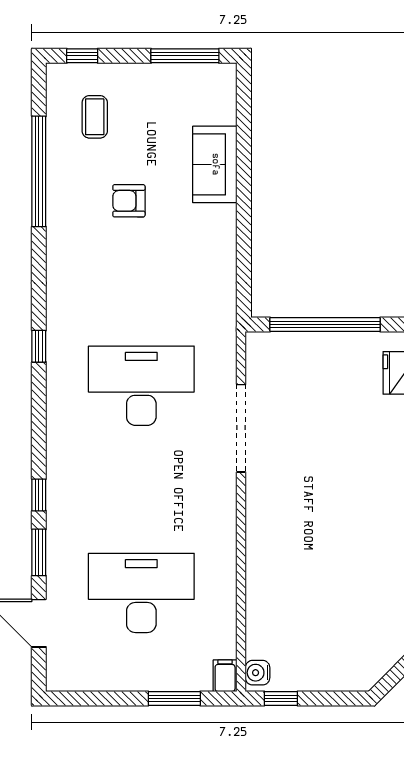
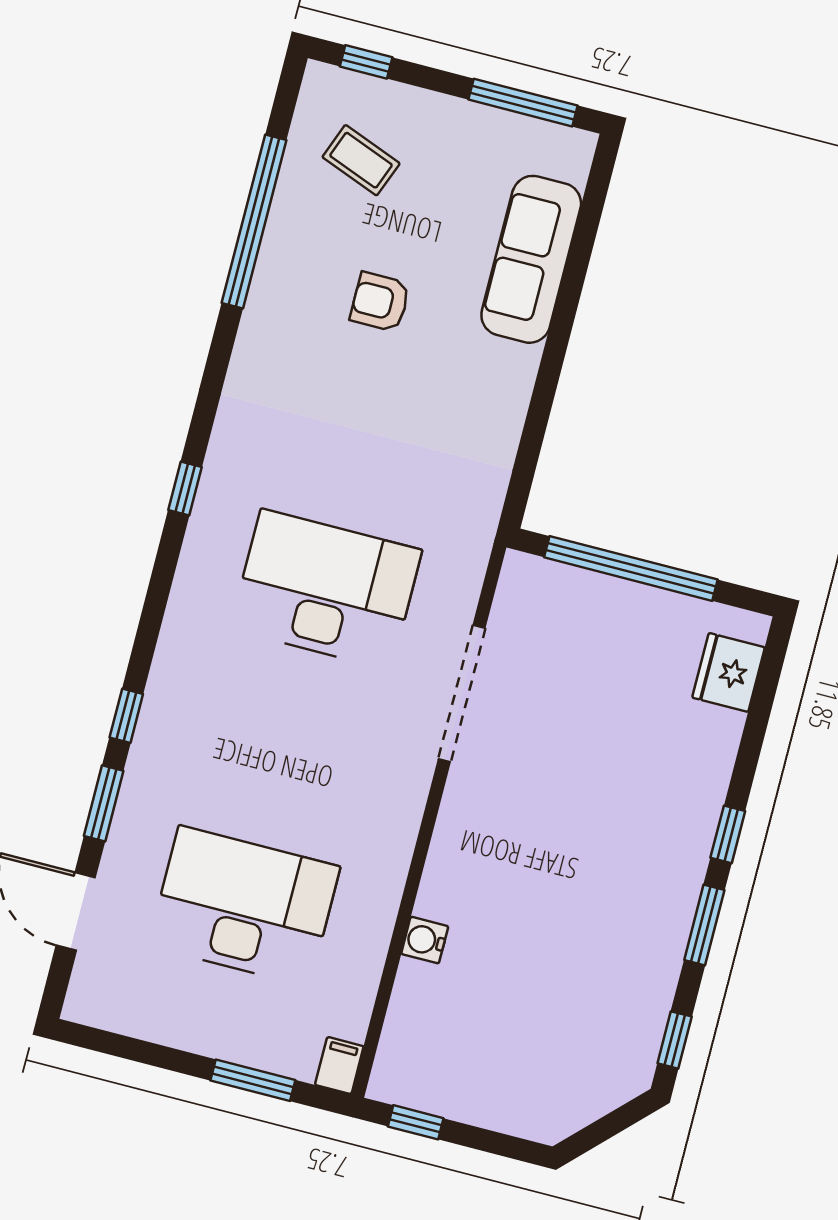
coffee table: (95, 117) -> (361, 160), turned -69
sofa: (215, 164) -> (531, 259), width x1.36
water cooler: (258, 673) -> (425, 940), moved

